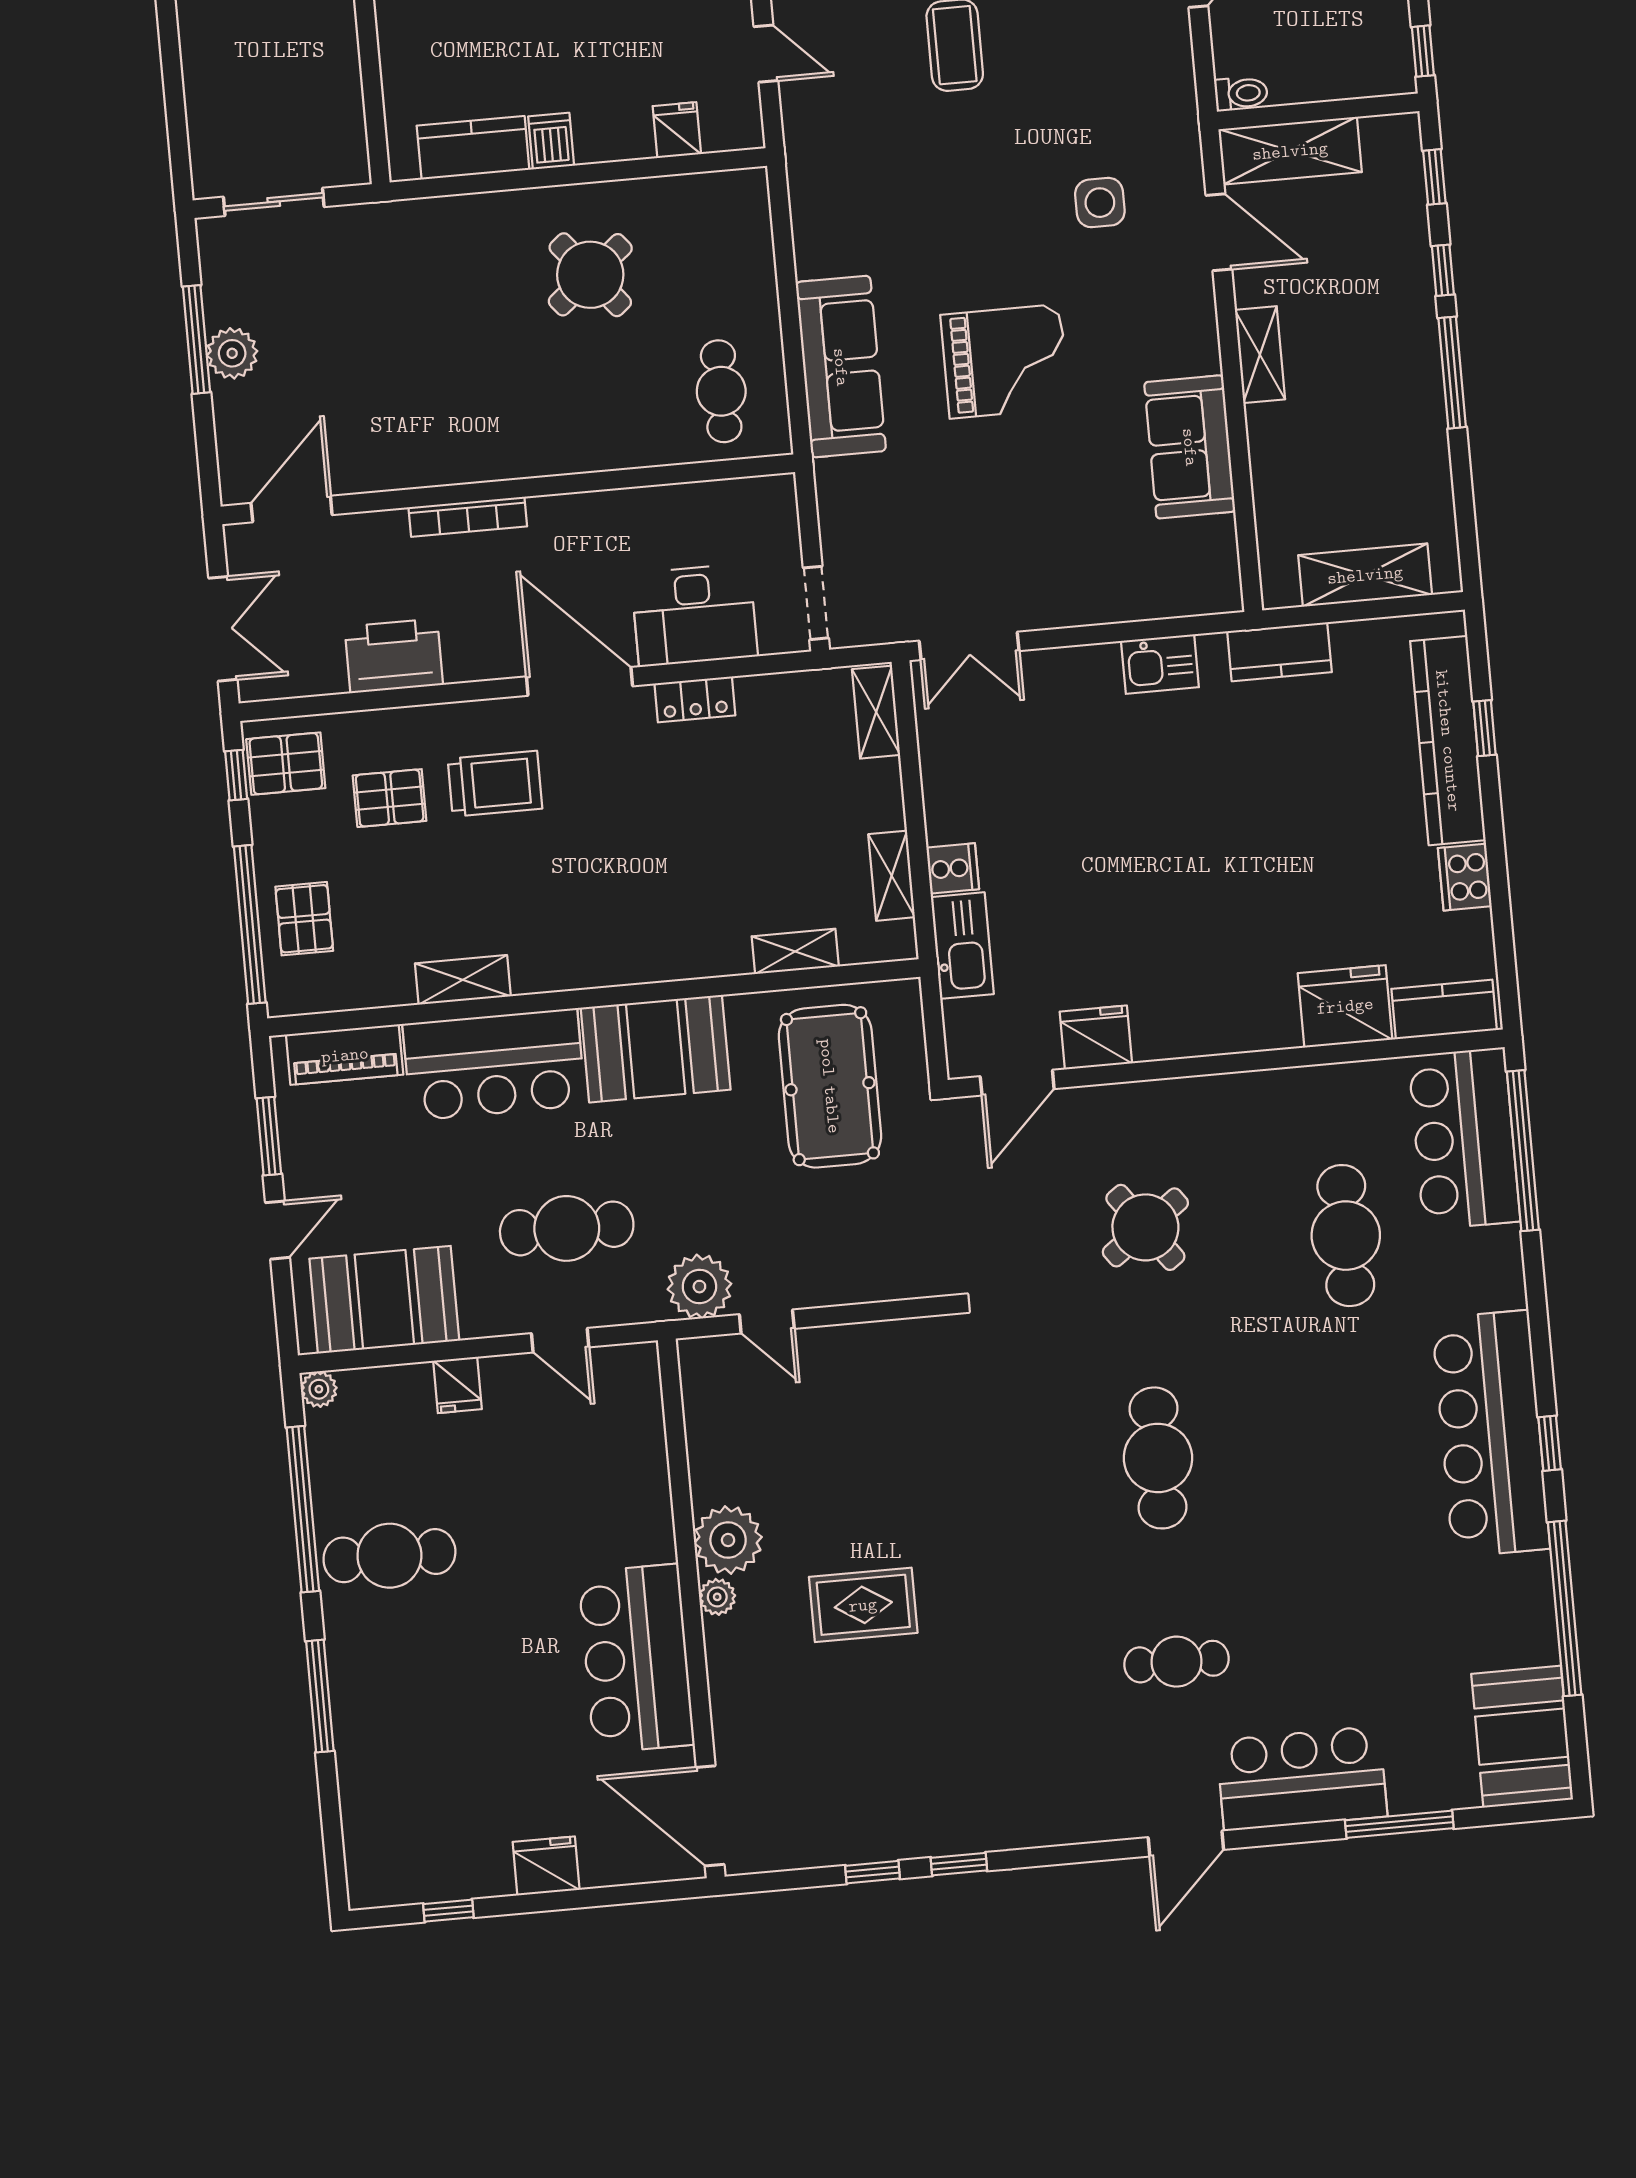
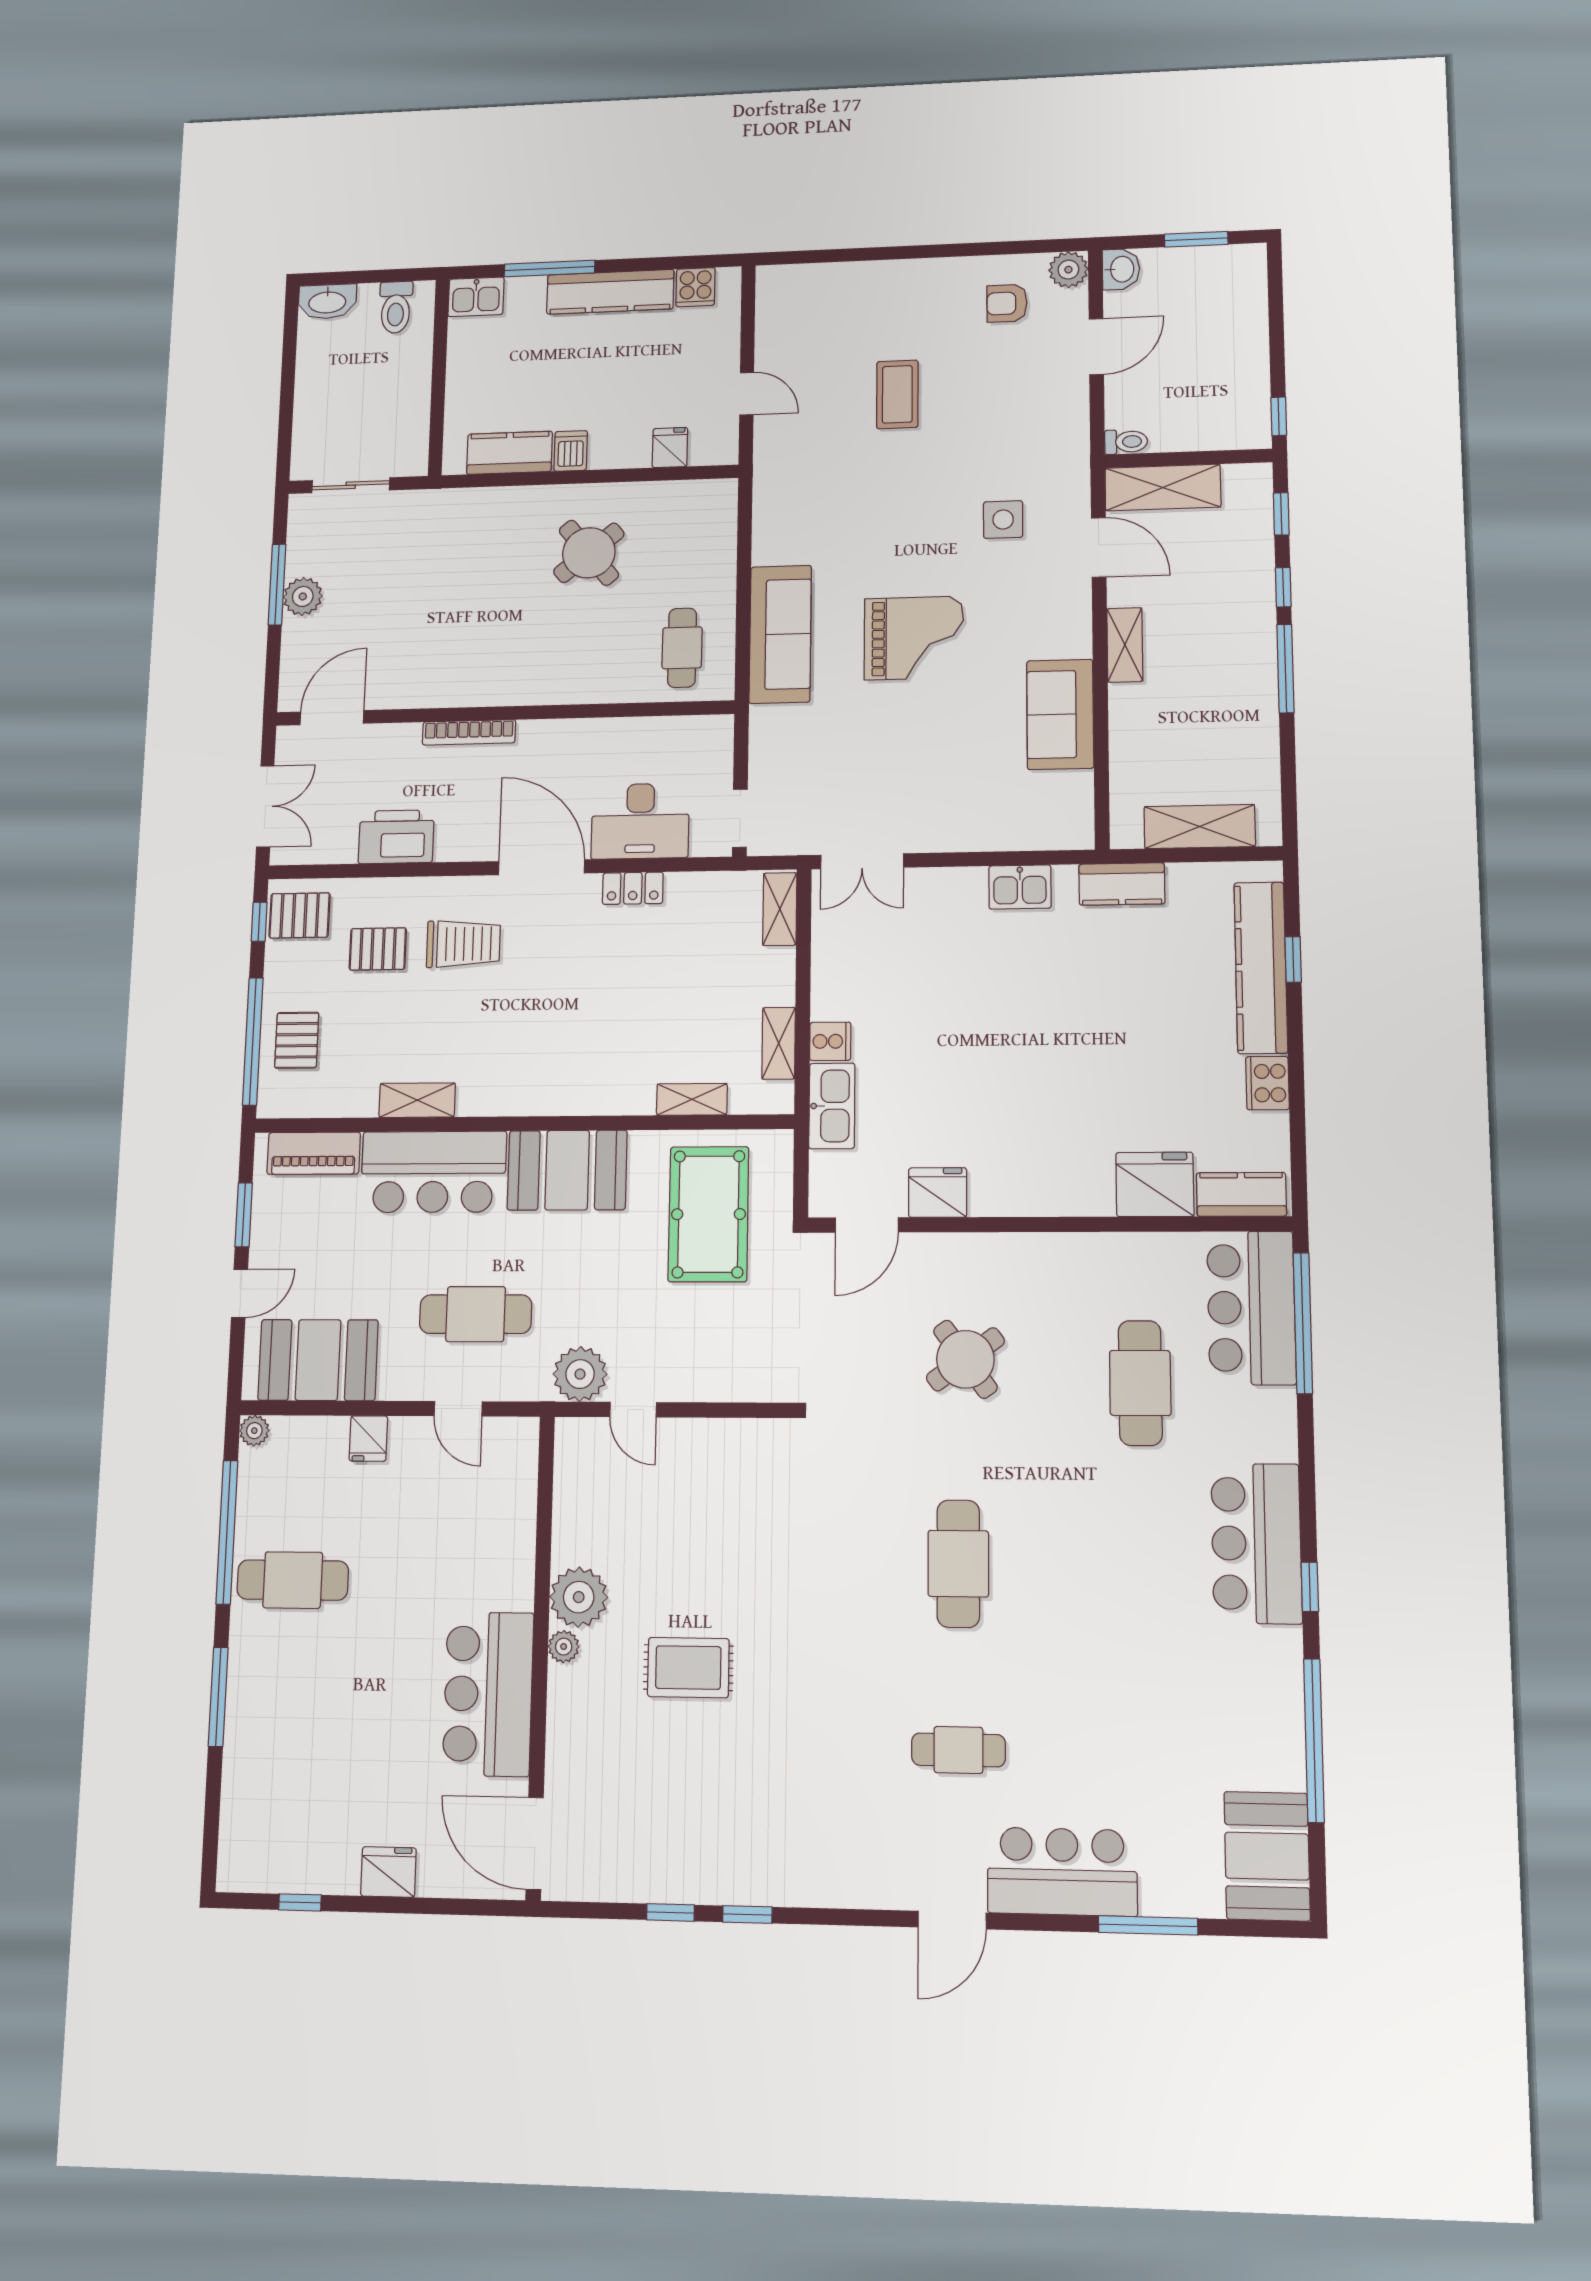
bar counter: (1491, 1434) -> (1256, 1543), width x0.73

